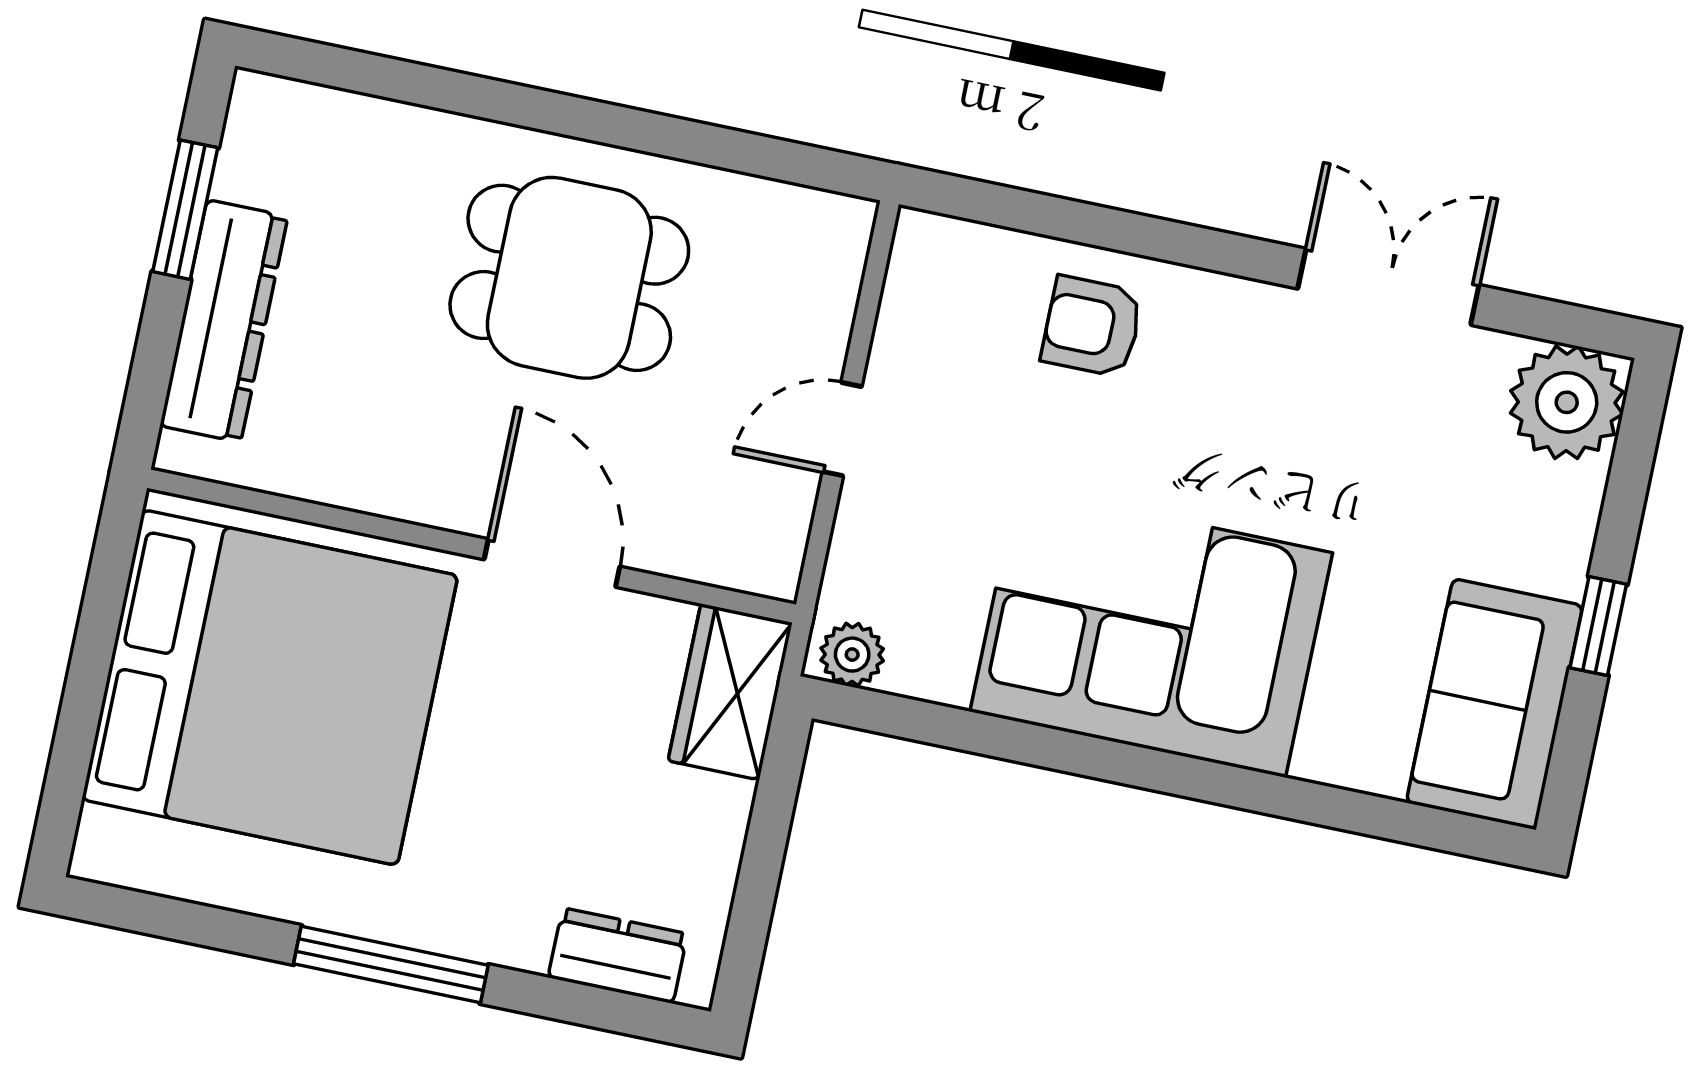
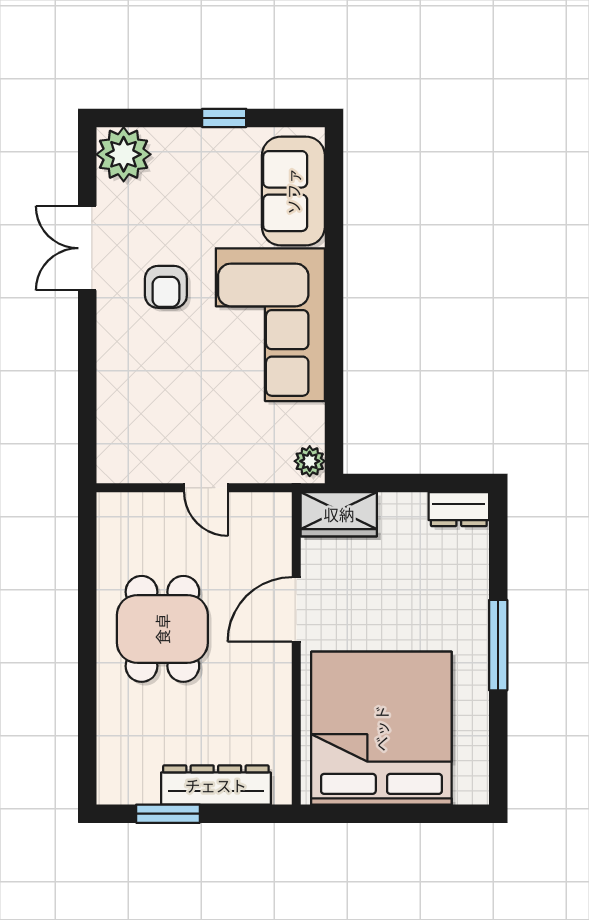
armchair: (1092, 327) -> (166, 287), moved
sofa: (1495, 704) -> (293, 191), moved, turned 90
dresser: (618, 956) -> (459, 509), moved, turned -90

